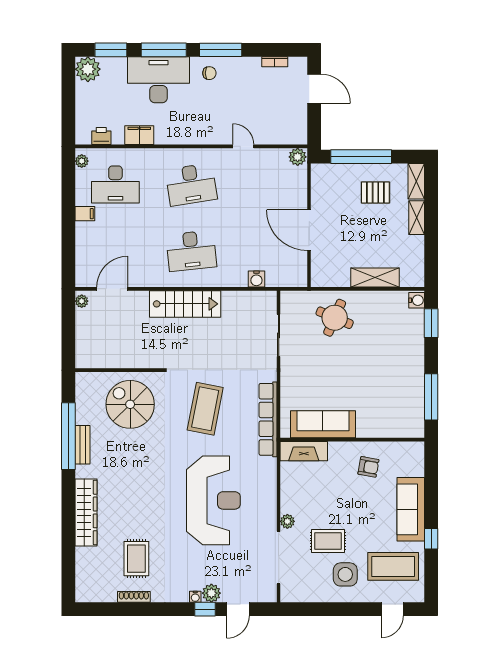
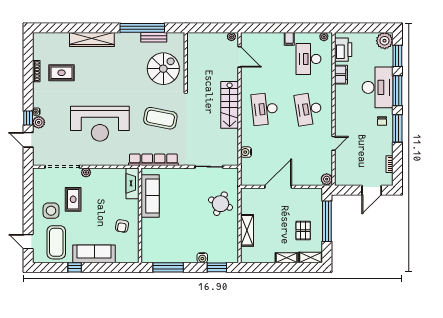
printer: (101, 136) -> (343, 50), width x1.87, depth x1.48
water cooler: (417, 300) -> (202, 258), moved
bench: (83, 445) -> (154, 37), moved

